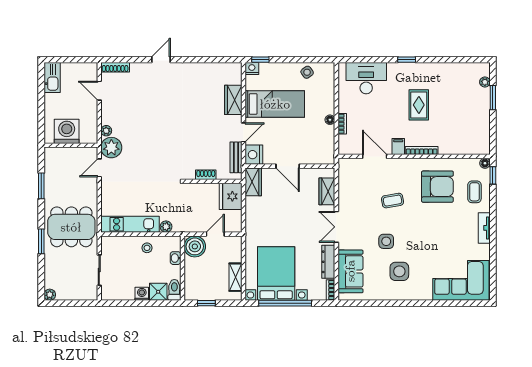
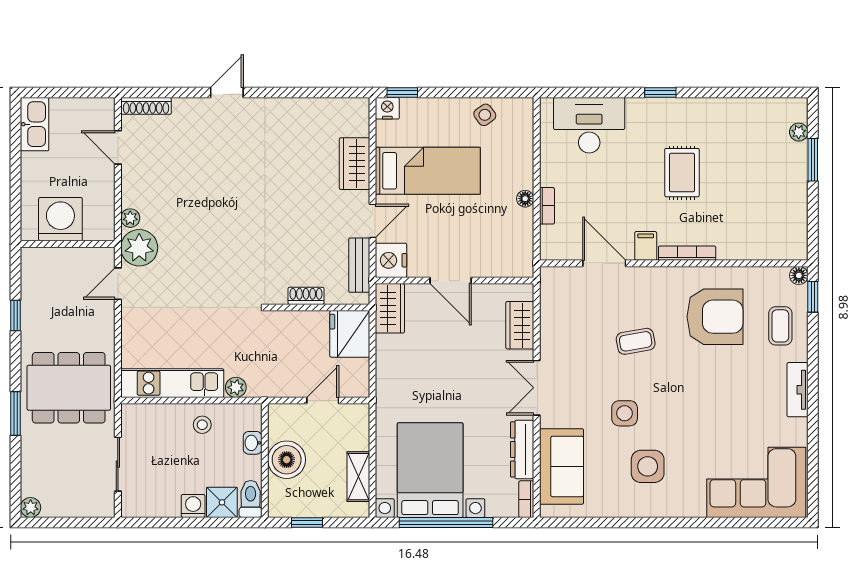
window: (41, 186) -> (16, 315), width x0.67
boiler: (195, 246) -> (287, 460), moved

